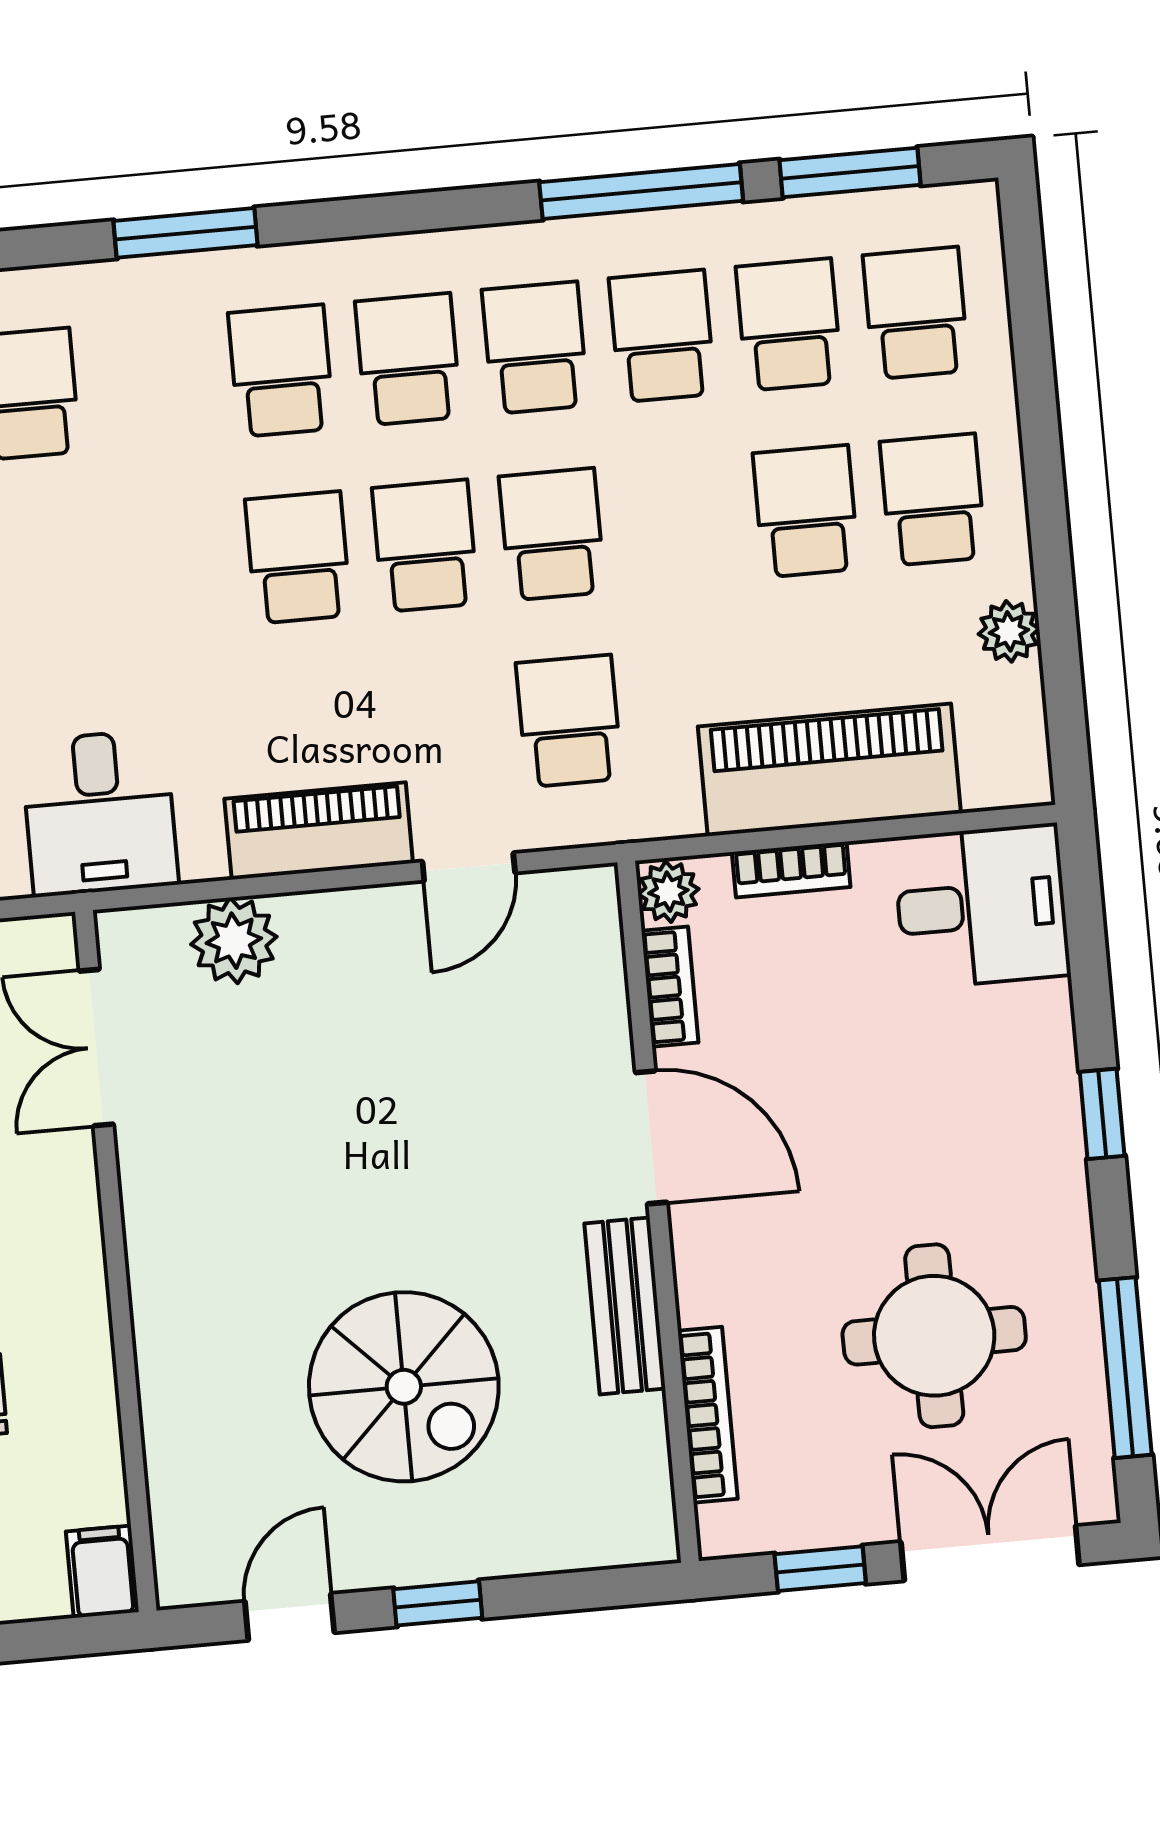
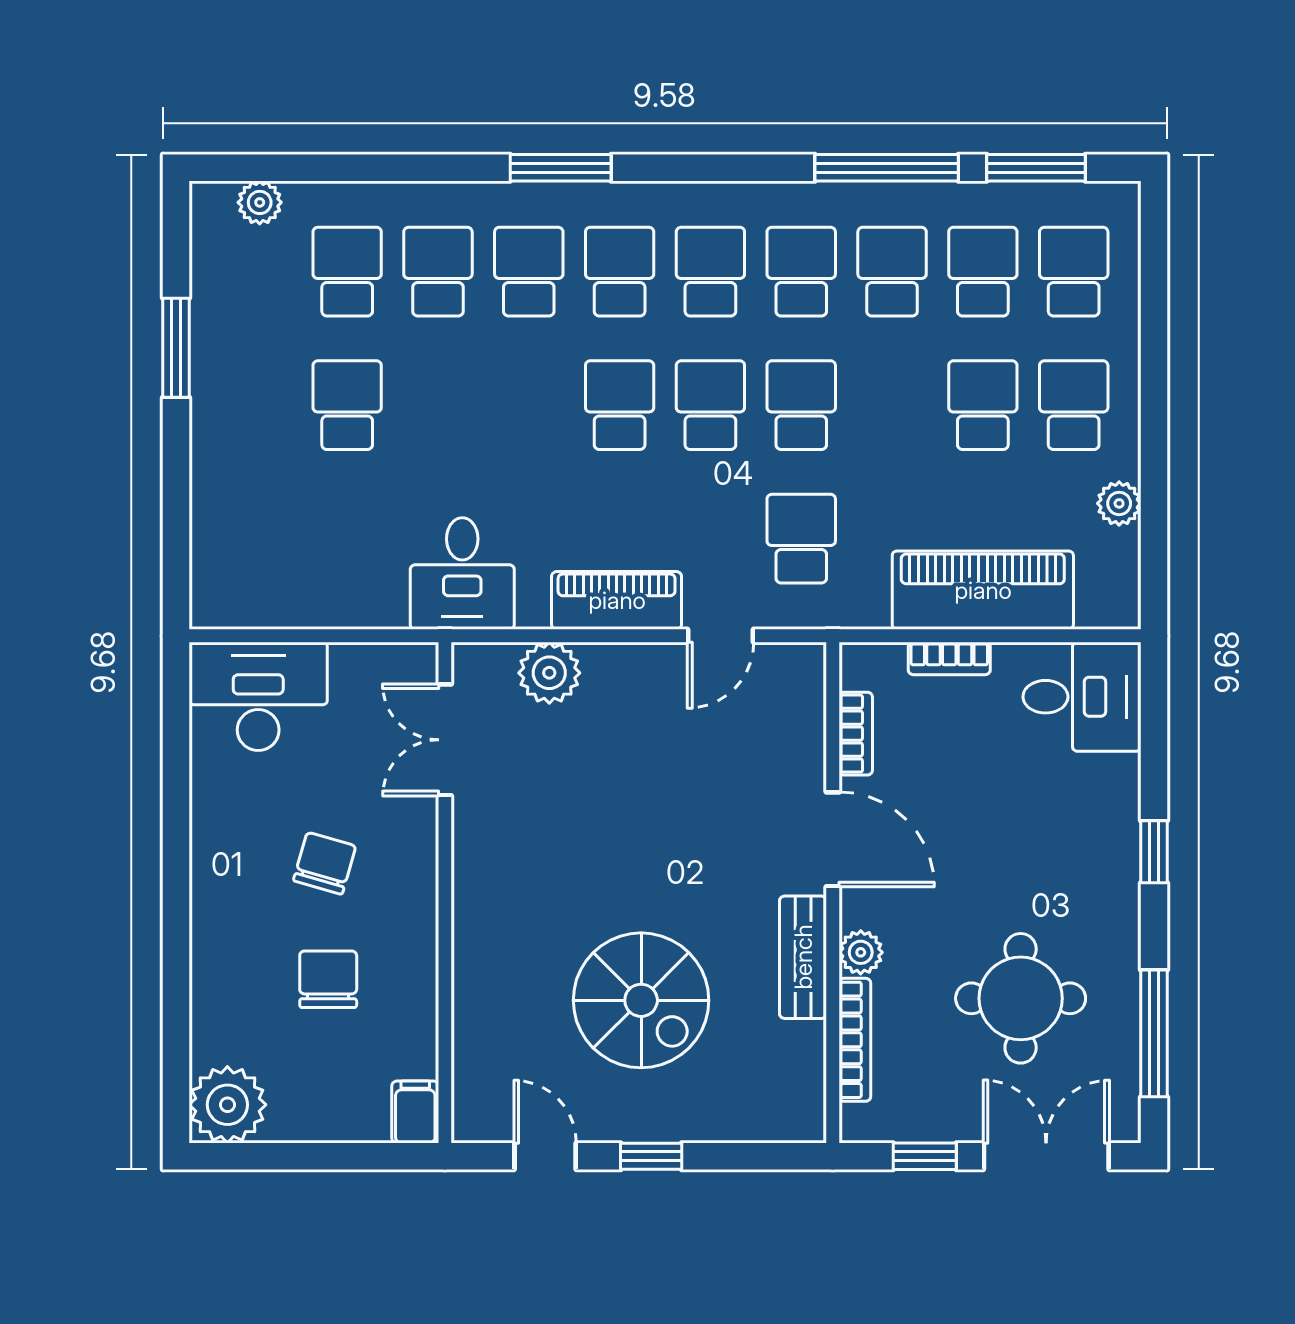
school desk: (154, 382) -> (529, 272), added
plant: (668, 892) -> (861, 952), moved
door: (290, 1617) -> (545, 1156), hinge flipped

